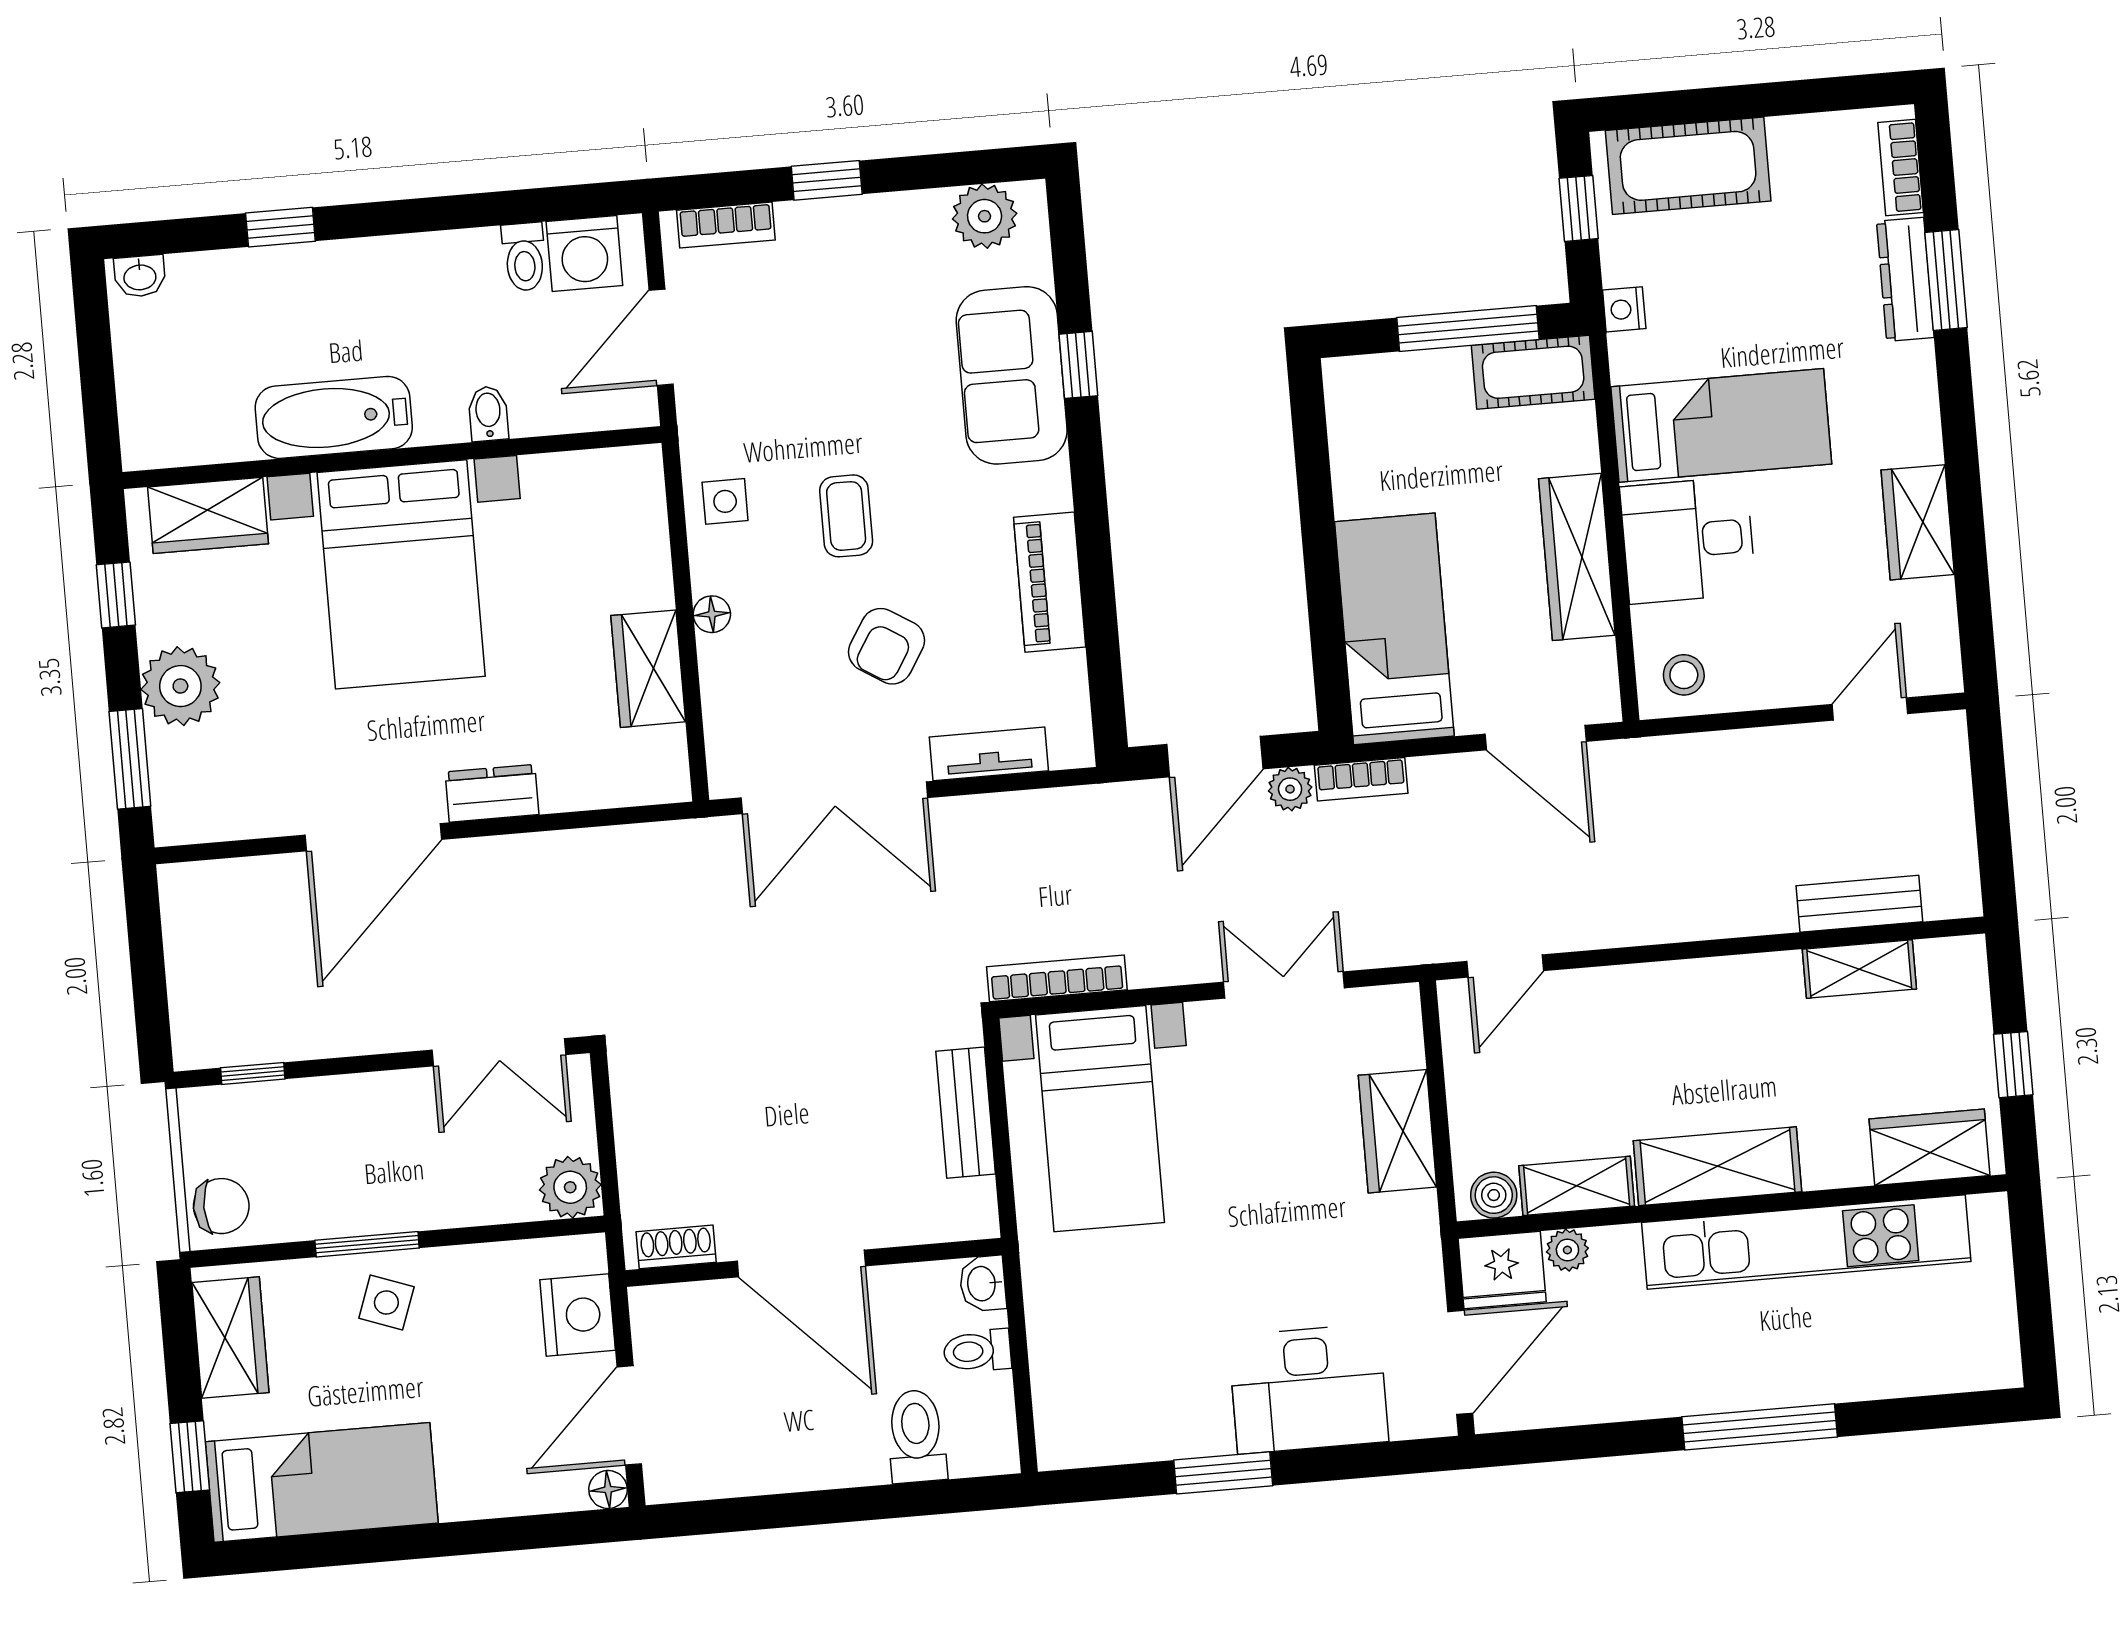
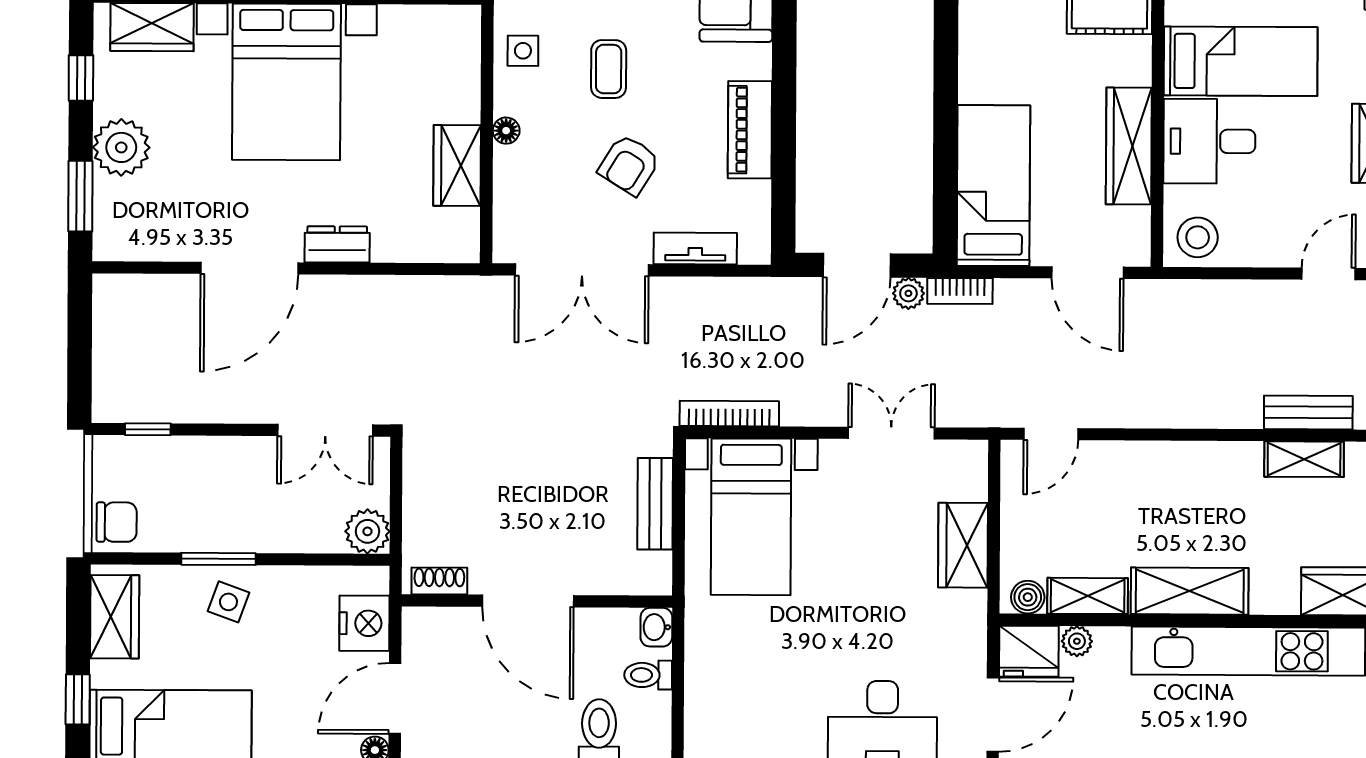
stool: (1684, 675) -> (1198, 237), width x1.37, depth x1.37

